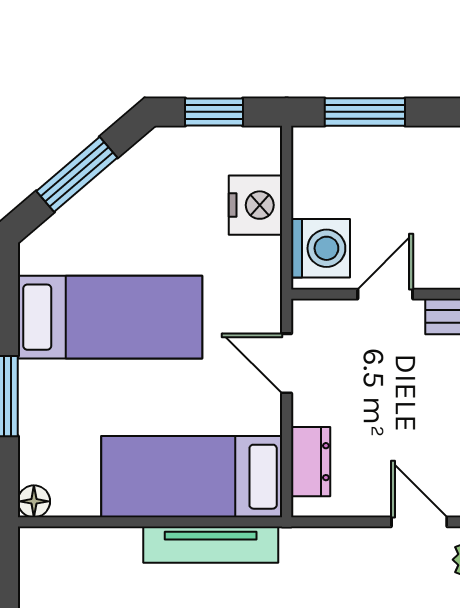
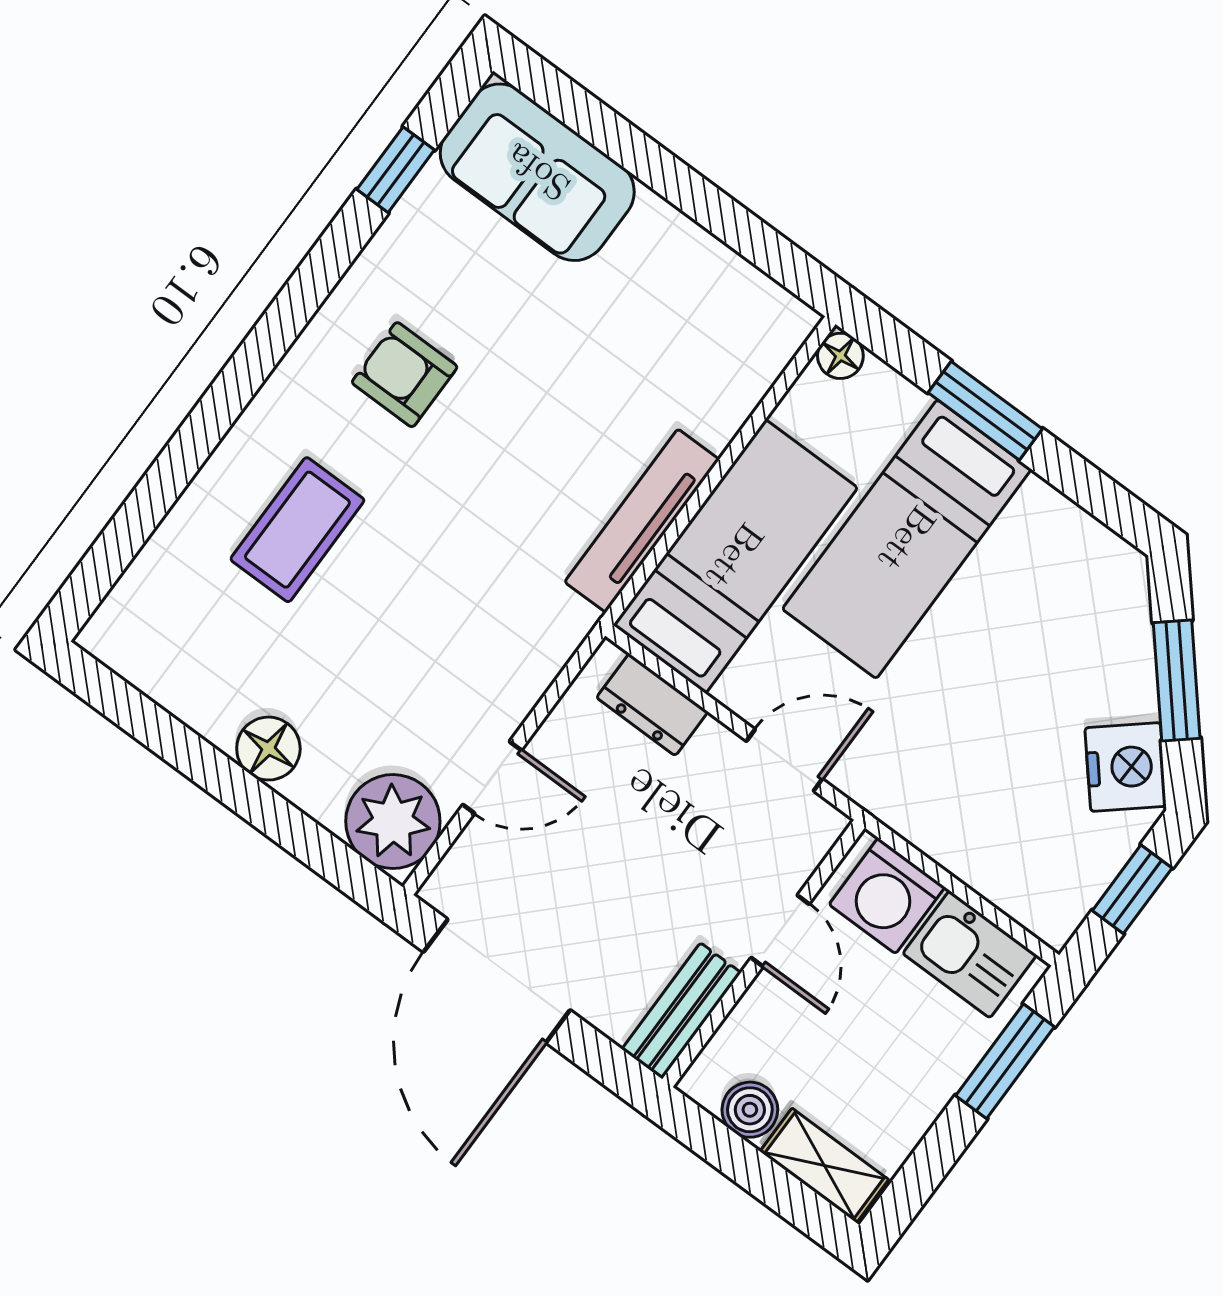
kitchen sink: (319, 177) -> (970, 954), added
nightstand: (255, 205) -> (1126, 767), moved, turned -131
bed: (110, 317) -> (907, 539), moved

